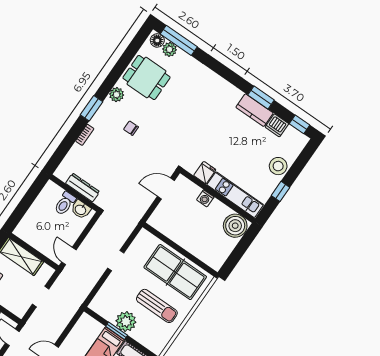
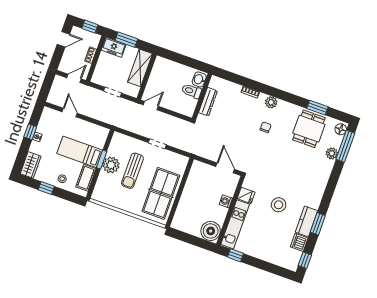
plant: (170, 49) -> (332, 153), moved
plant: (117, 95) -> (271, 102), moved
window: (91, 108) -> (317, 108), moved
stool: (278, 166) -> (279, 205), moved
window: (281, 191) -> (236, 255), moved
washbasin: (81, 209) -> (199, 79), moved
sun lounger: (157, 306) -> (132, 171), moved

